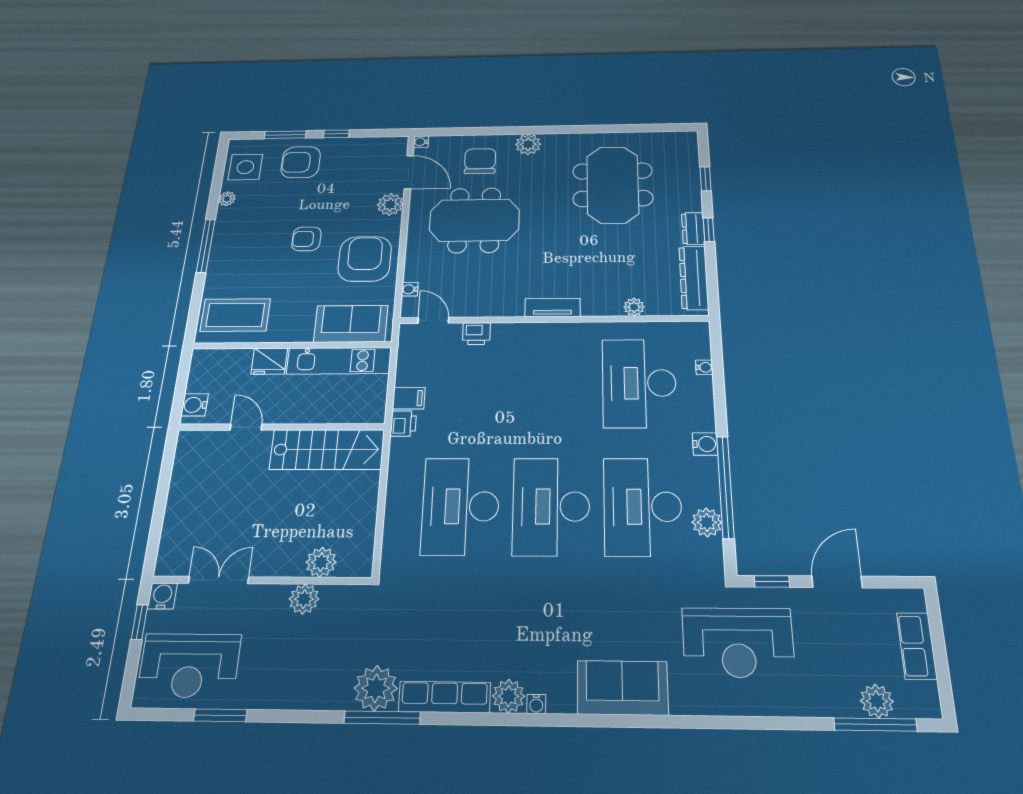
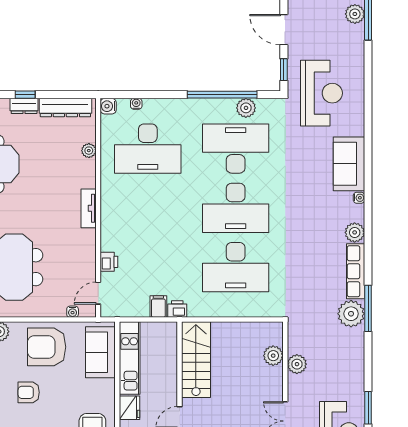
armchair: (306, 239) -> (29, 392), turned 90
water cooler: (705, 444) -> (108, 106), moved, turned -90
desk: (643, 507) -> (236, 149), turned 180
water cooler: (536, 704) -> (359, 198), moved

